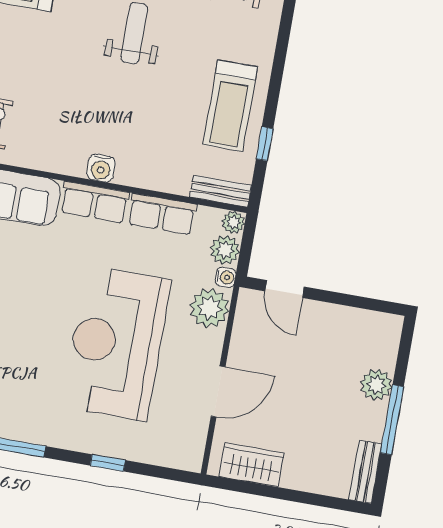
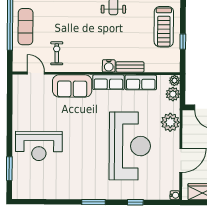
bench: (221, 191) -> (130, 67), moved
water cooler: (226, 277) -> (175, 195), moved
reception desk: (117, 343) -> (130, 146), turned 180

